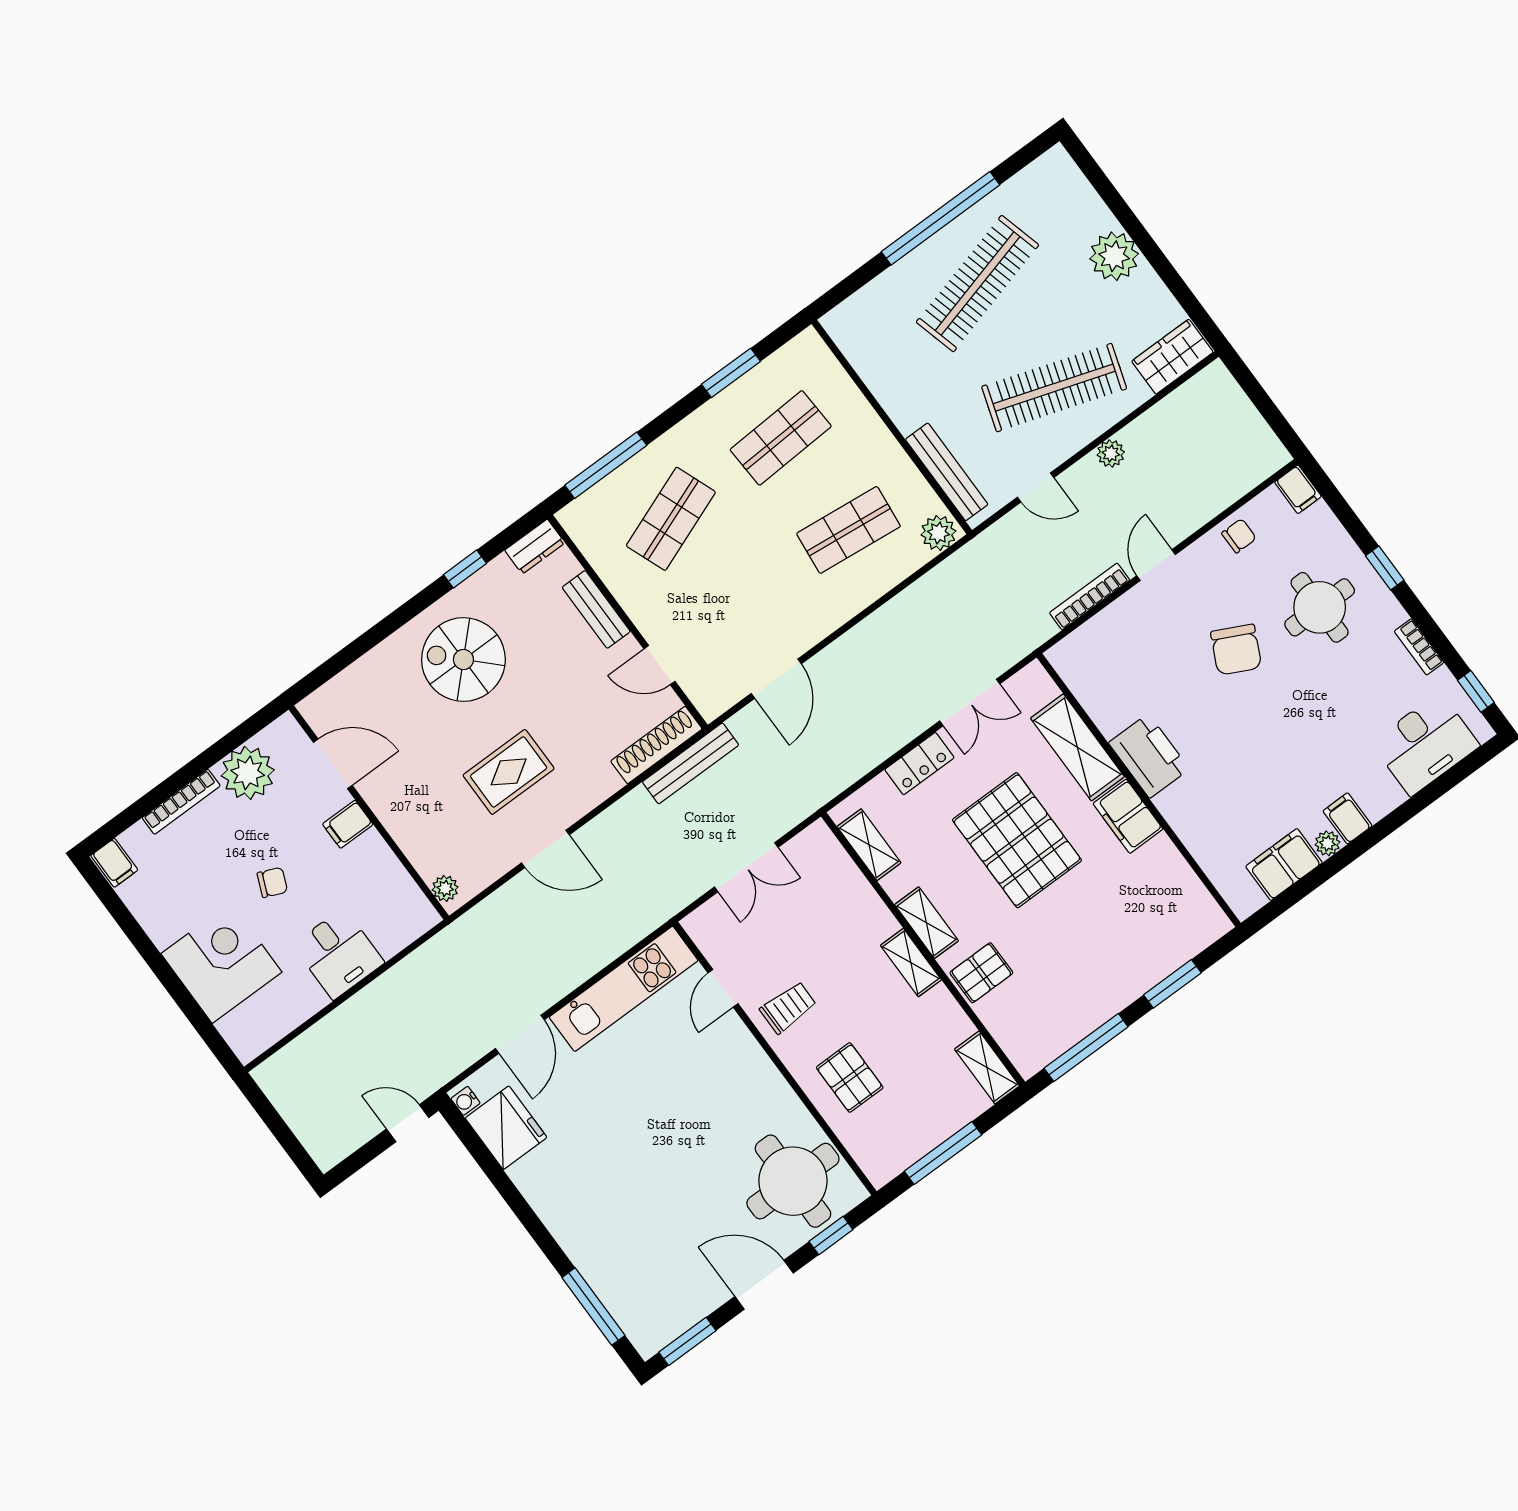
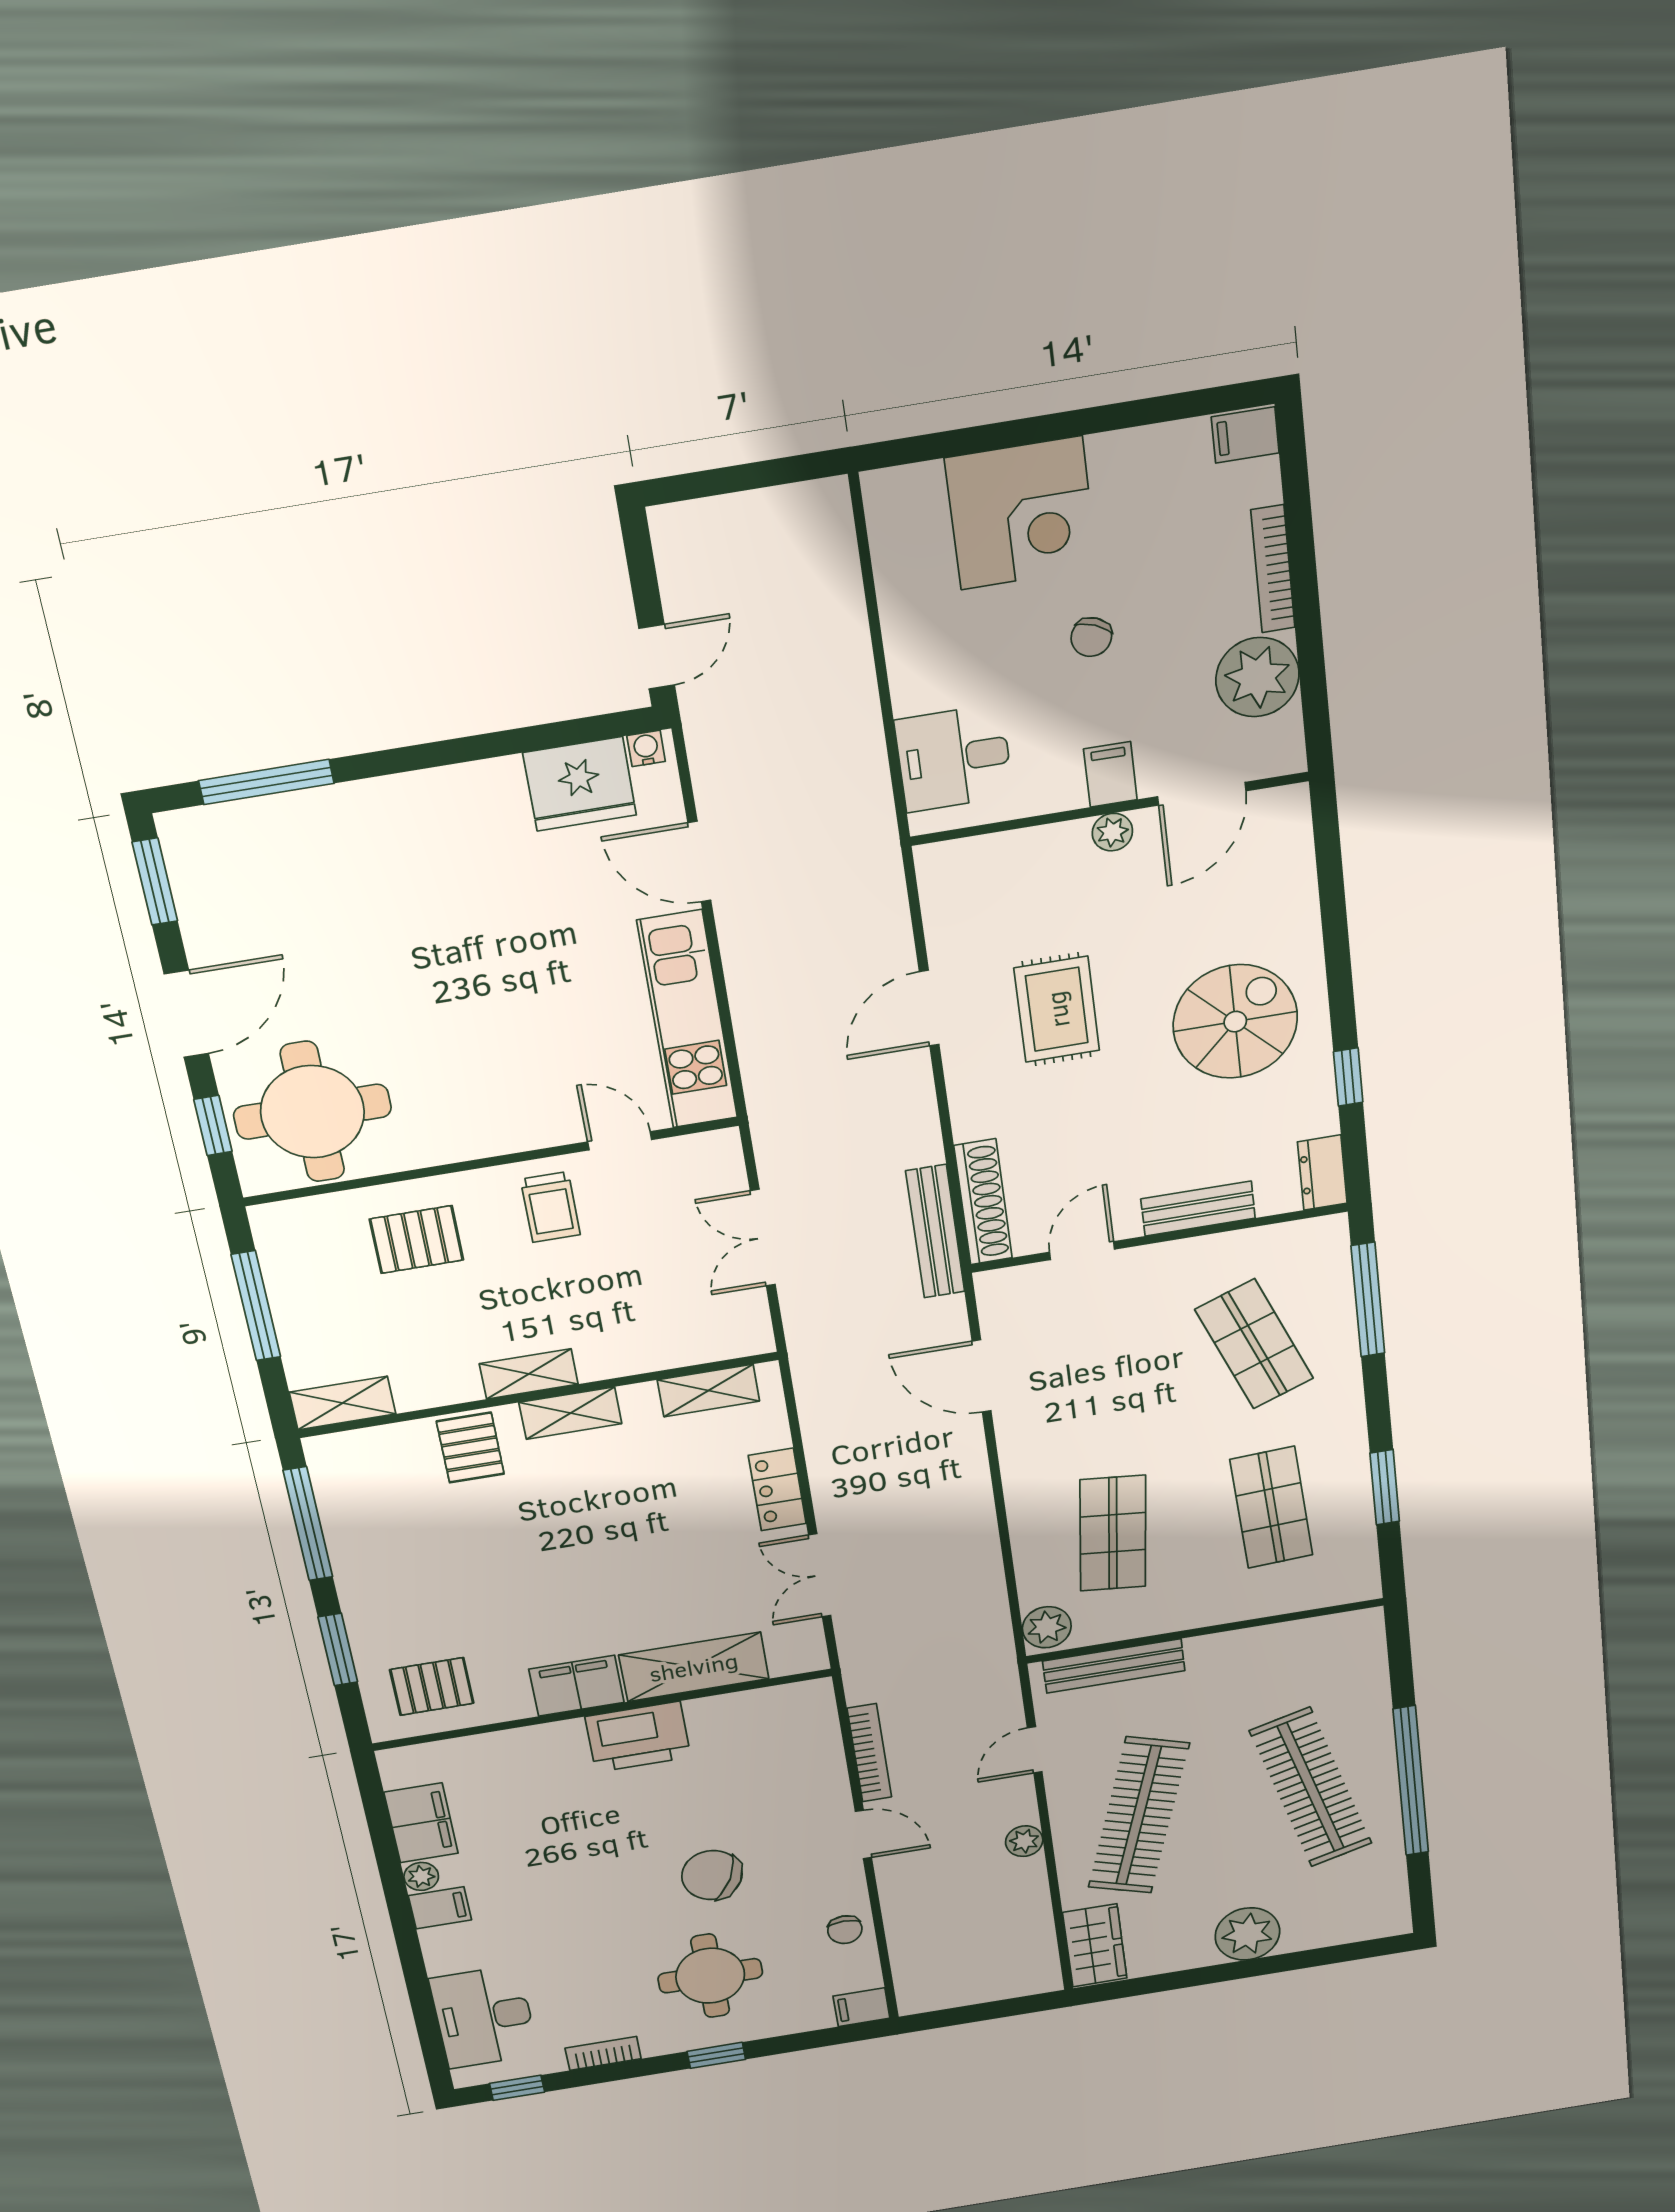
pallet: (1017, 840) -> (432, 1686), moved, width x0.49, depth x0.50
plant: (445, 888) -> (1112, 832), moved
desk: (338, 954) -> (954, 758), moved

